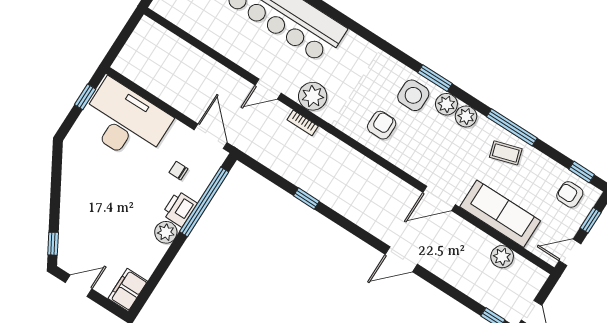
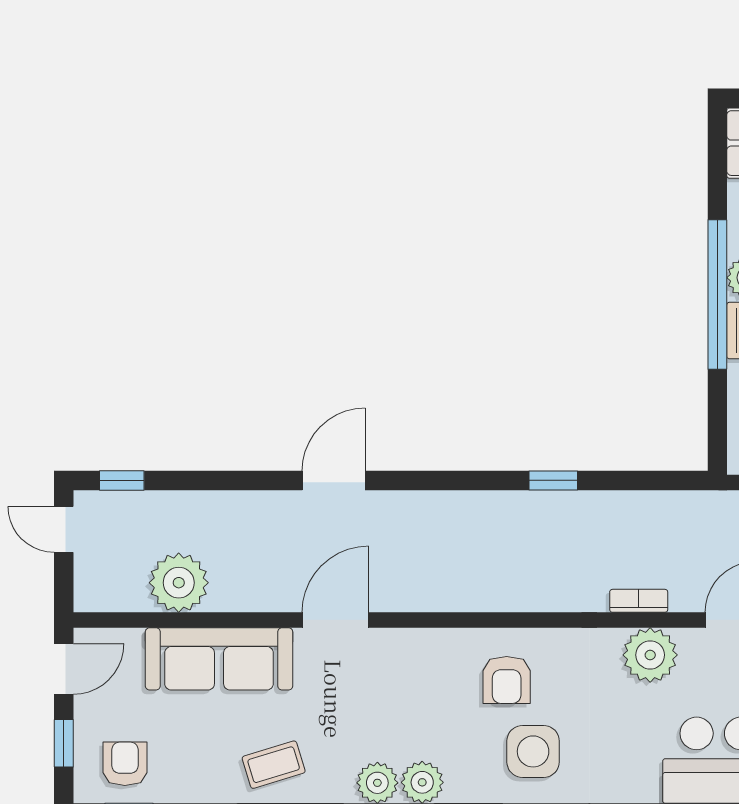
side table: (413, 95) -> (533, 751), moved
armchair: (570, 194) -> (125, 764), turned -90
window: (204, 202) -> (717, 294), moved
plant: (502, 257) -> (179, 583), width x1.36, depth x1.36

